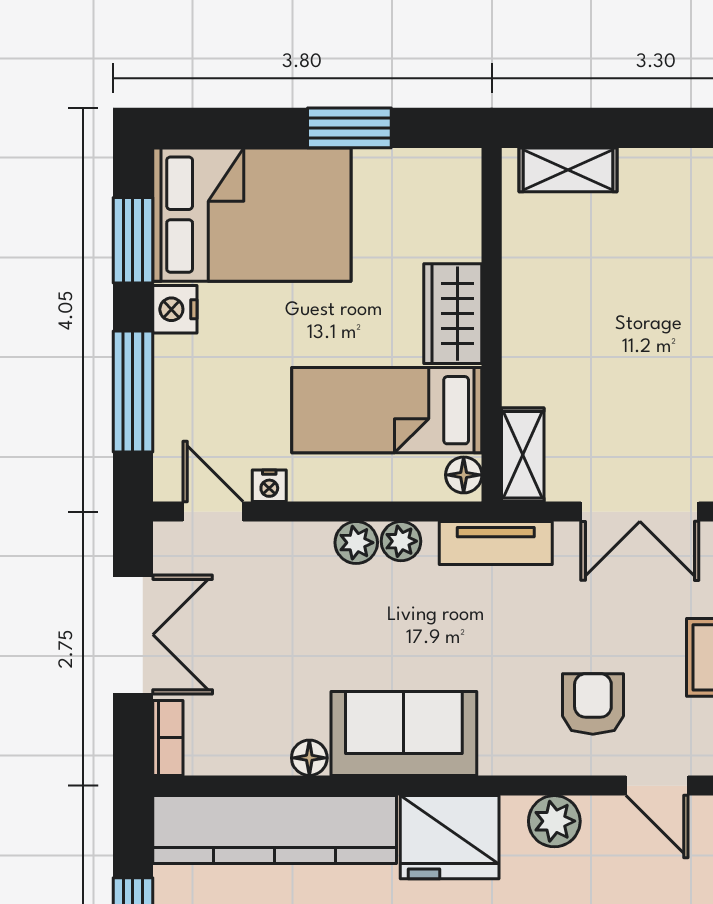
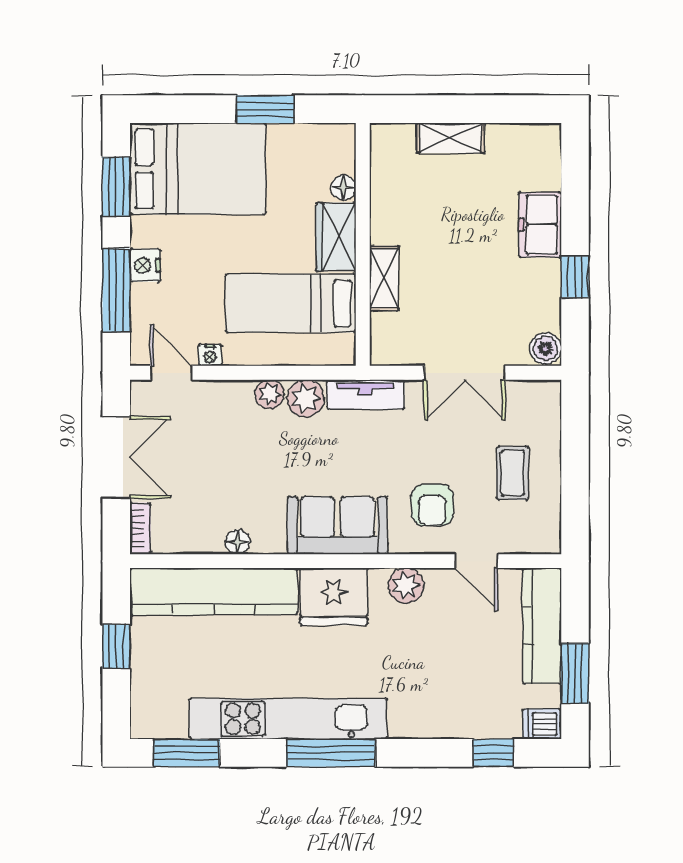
shelving: (568, 170) -> (451, 138), moved
nightstand: (175, 309) -> (145, 265), moved
shelving: (523, 455) -> (384, 278), moved
floor lamp: (464, 475) -> (344, 187), moved
plant: (401, 541) -> (305, 398), width x1.38, depth x1.38
armchair: (593, 704) -> (432, 505), turned 180
sofa: (404, 733) -> (337, 525), moved

